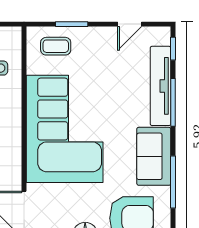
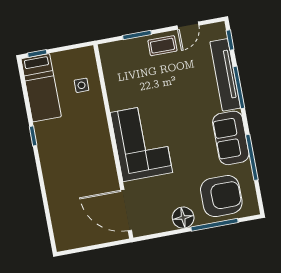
coffee table: (56, 46) -> (162, 46), moved
corner sofa: (65, 129) -> (141, 143), width x0.73, depth x0.74

